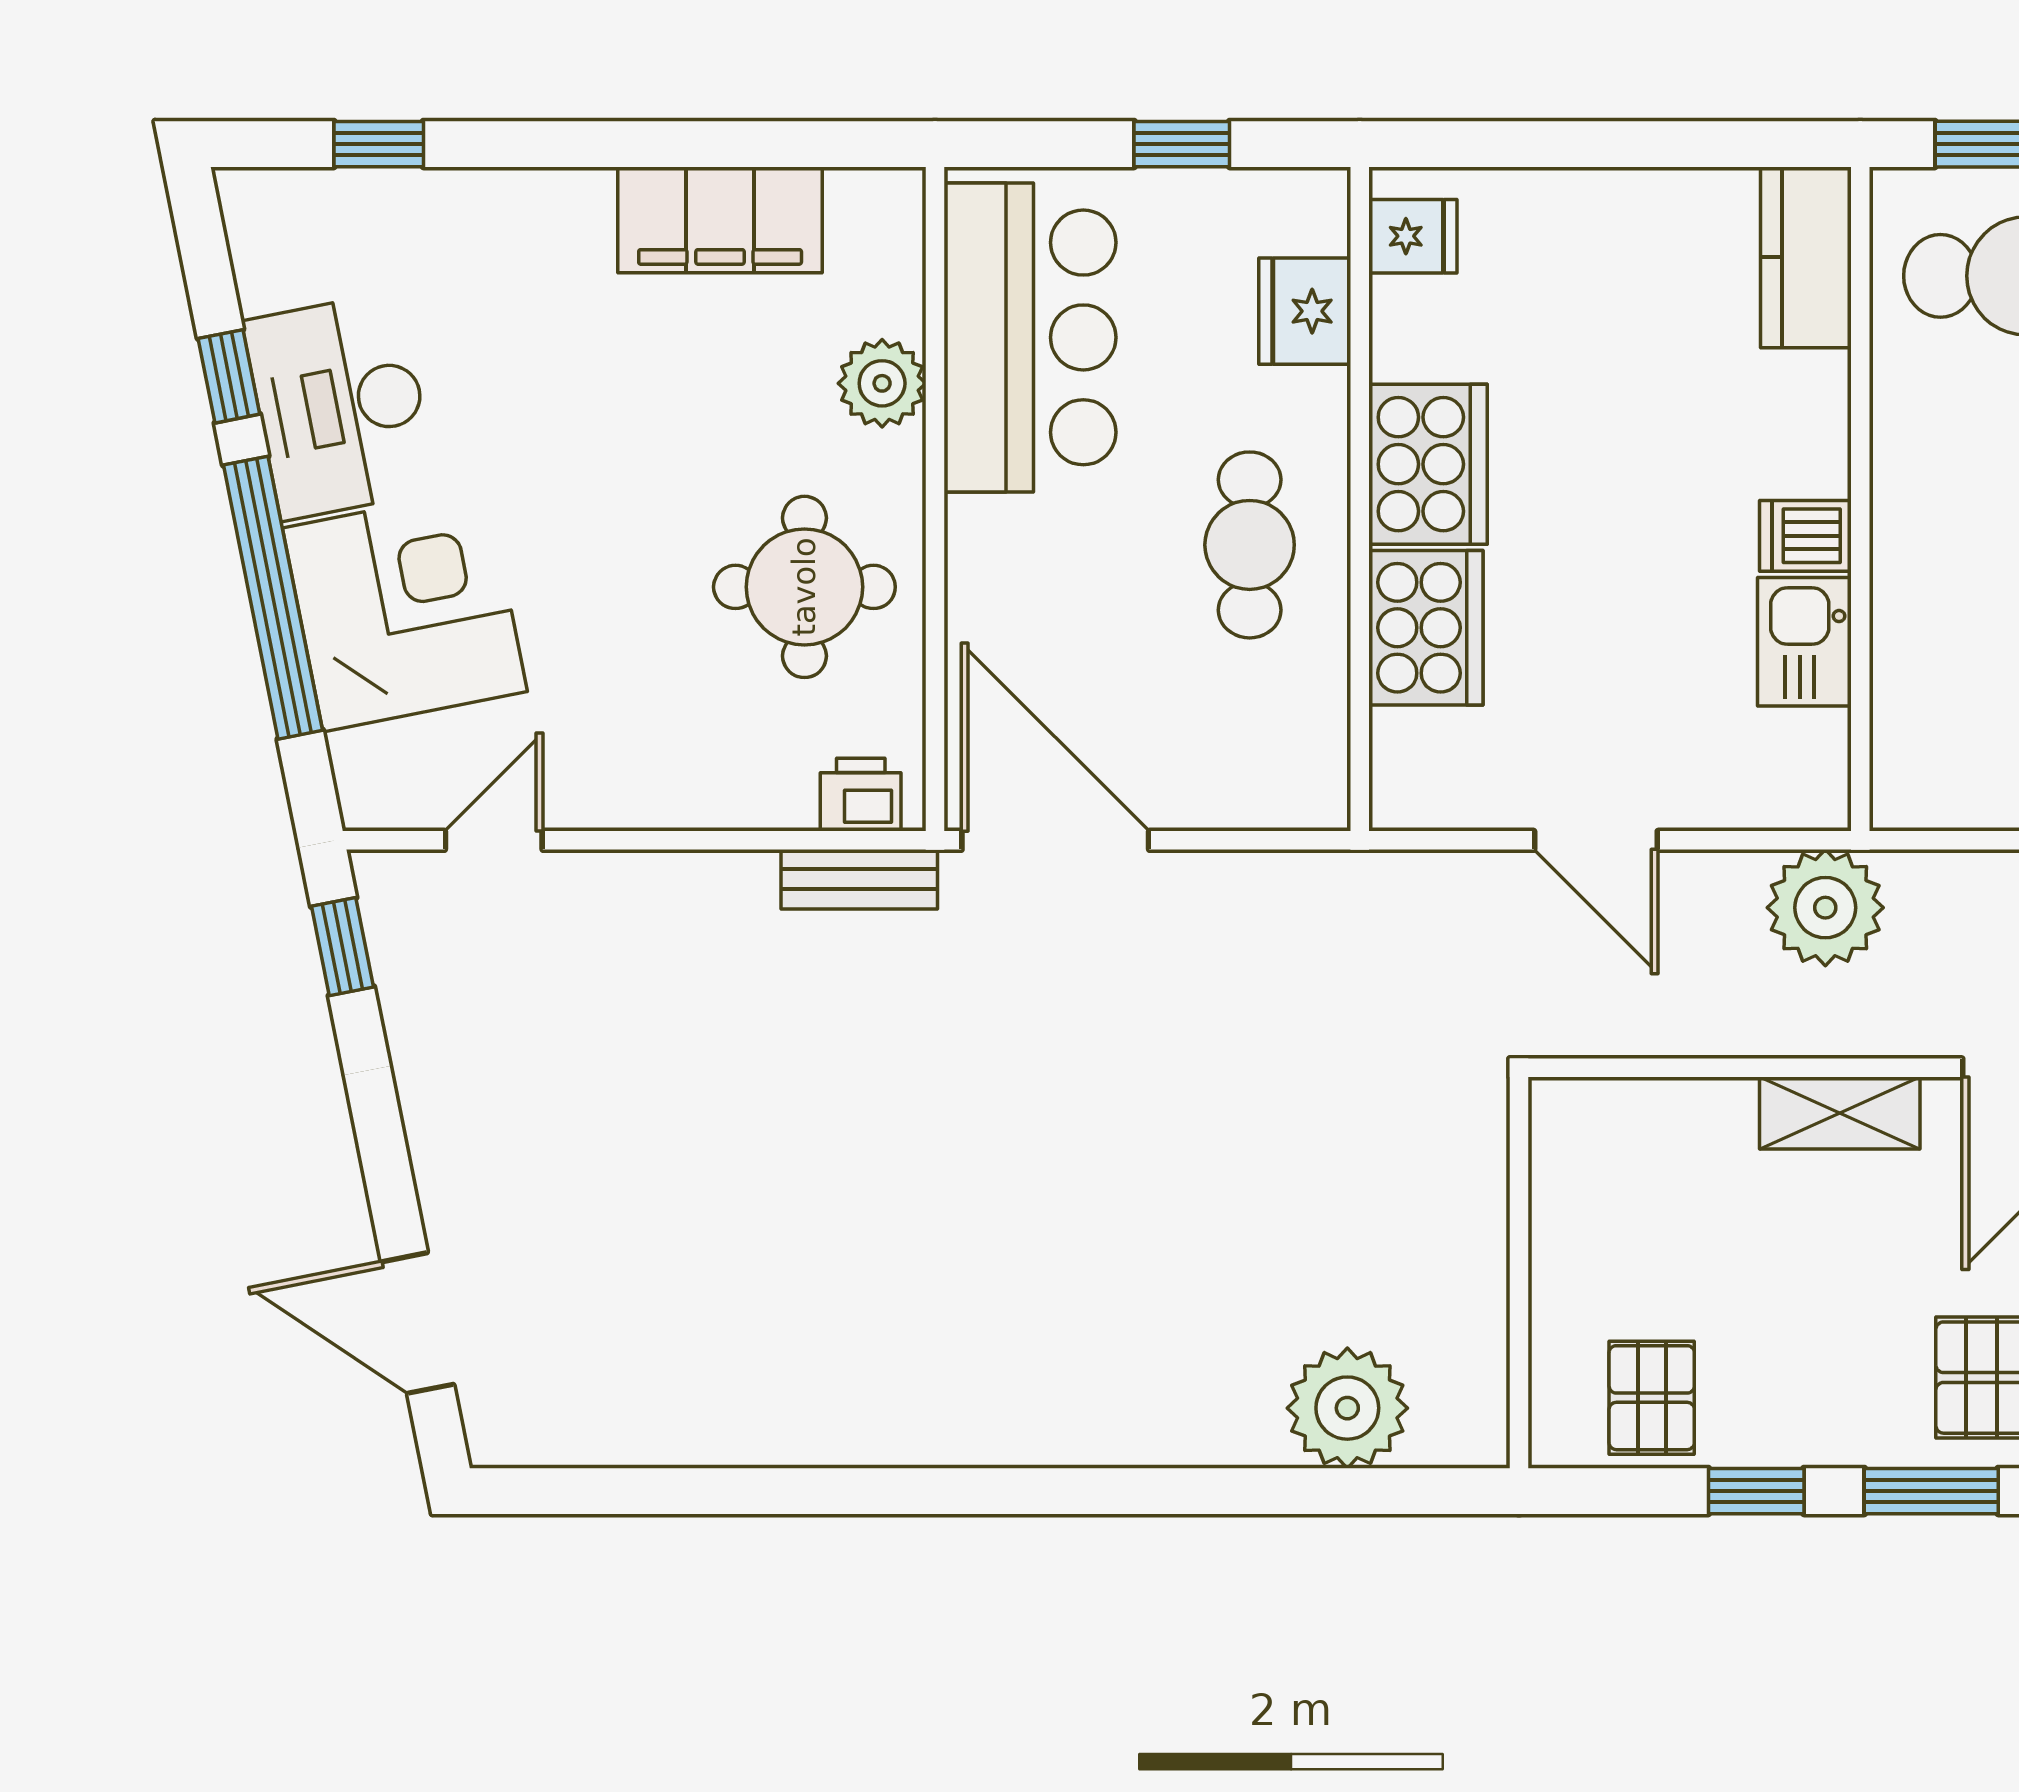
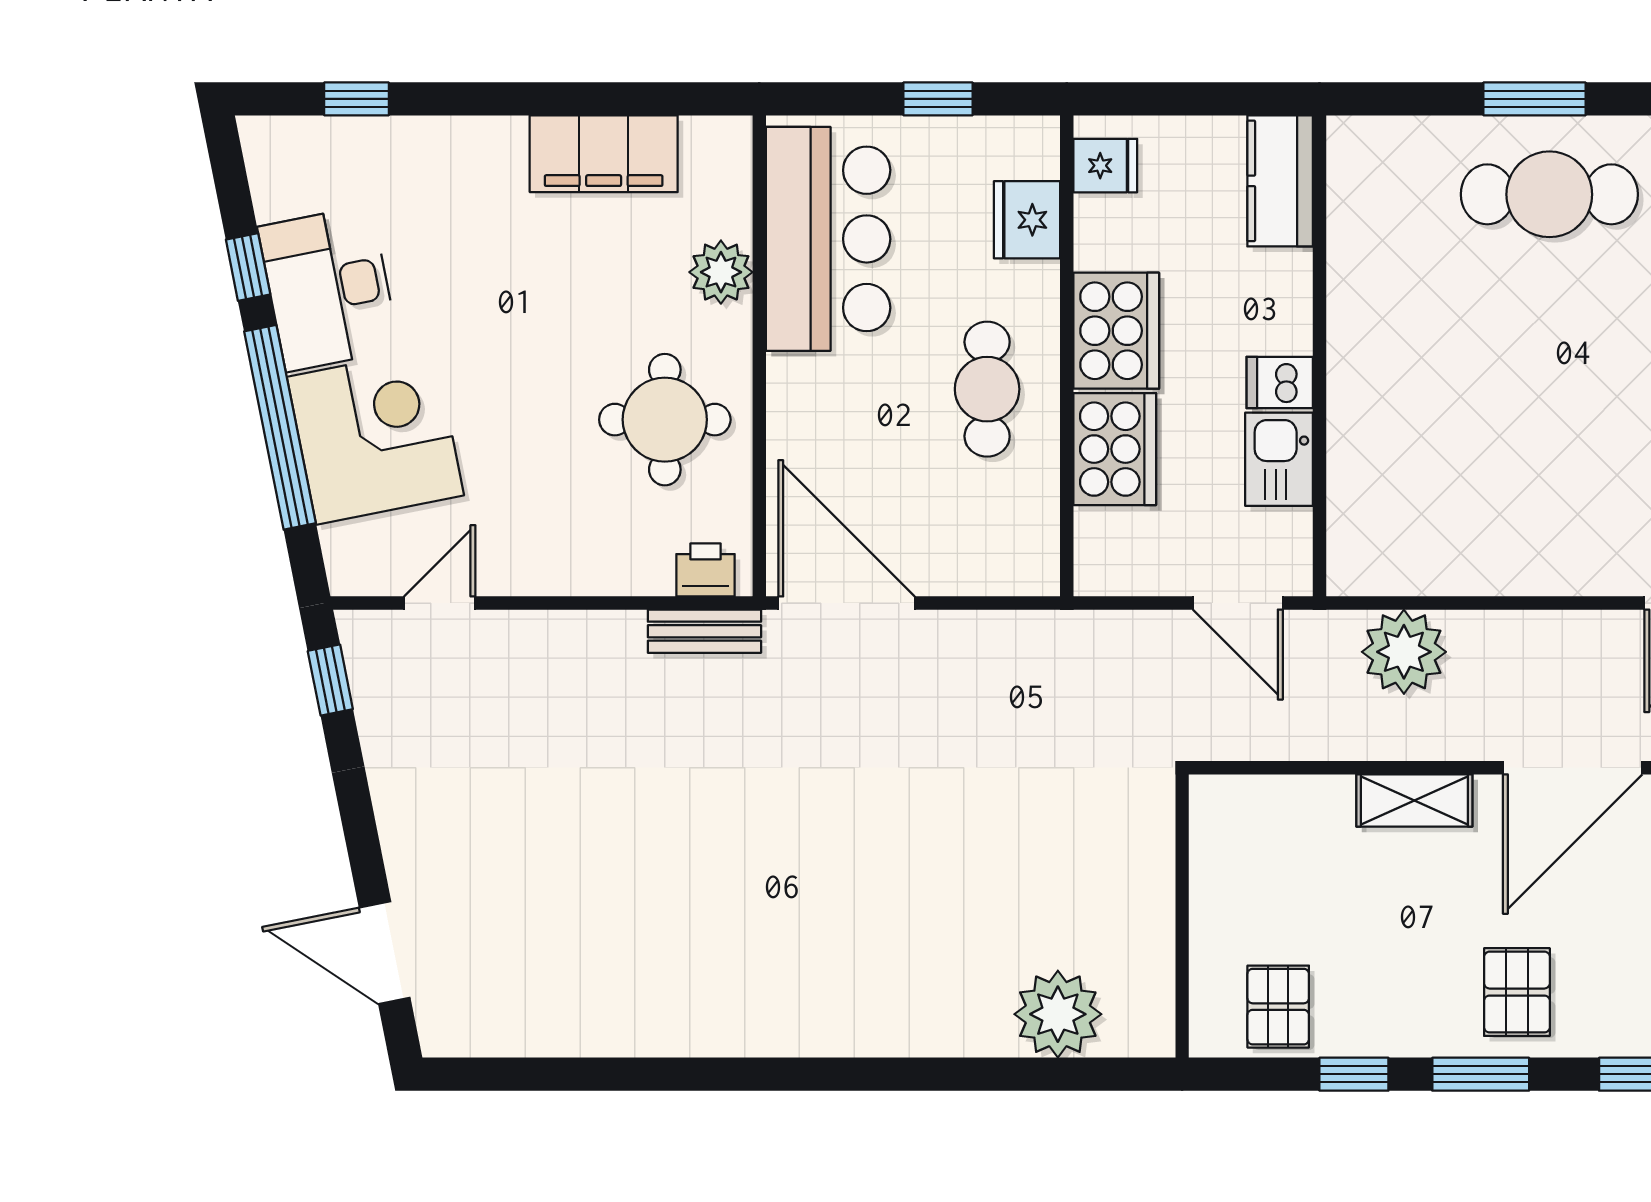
kitchen counter: (1806, 257) -> (1280, 181), moved
wall: (1860, 499) -> (1319, 356), moved
dishwasher: (1805, 536) -> (1280, 383), moved
kitchen sink: (1804, 642) -> (1279, 459), moved

